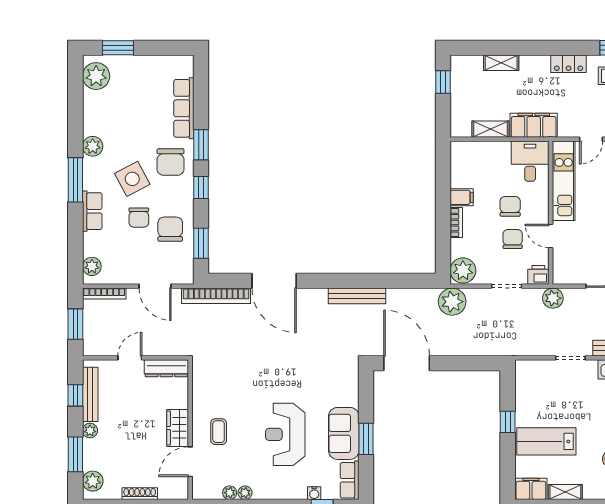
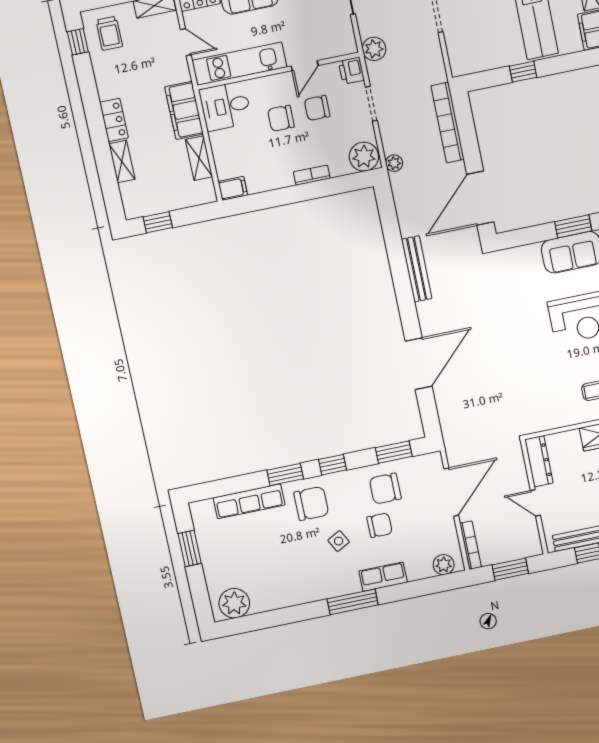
window: (118, 48) -> (190, 548), moved
locker: (568, 64) -> (114, 120), moved
plant: (93, 146) -> (312, 591), removed
side table: (132, 179) -> (339, 541), width x0.54, depth x0.54
filing cabinet: (462, 197) -> (233, 188), moved, turned 90
door: (155, 286) -> (451, 492), width x1.36
bookcase: (216, 296) -> (448, 123), moved, turned 180
plant: (452, 302) -> (394, 163), width x0.53, depth x0.53

